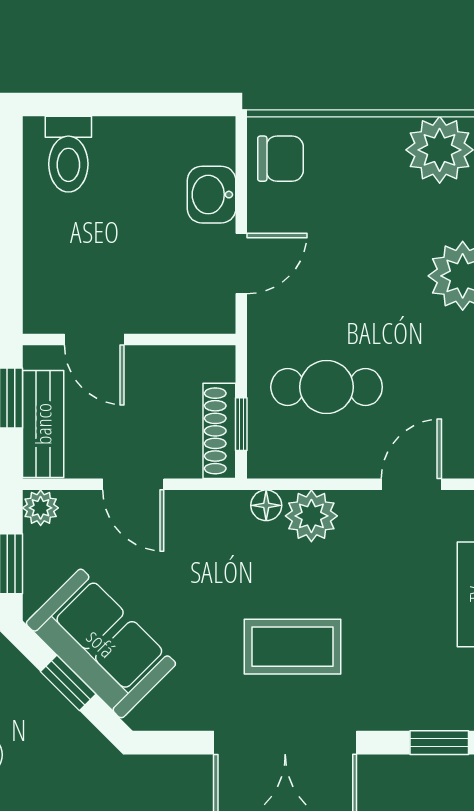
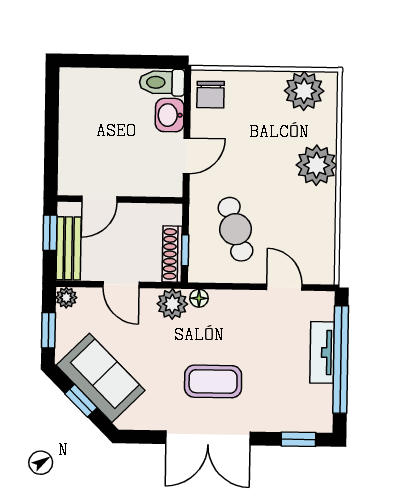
toilet: (68, 154) -> (162, 82), moved, turned 90
chair: (280, 159) -> (211, 95), turned 90
door: (94, 339) -> (99, 199), hinge flipped
cafe table: (327, 387) -> (235, 229), turned 73
door: (411, 484) -> (284, 287), hinge flipped
plant: (311, 516) -> (172, 304), moved

